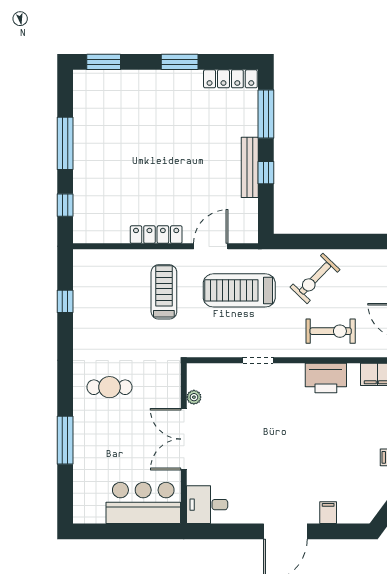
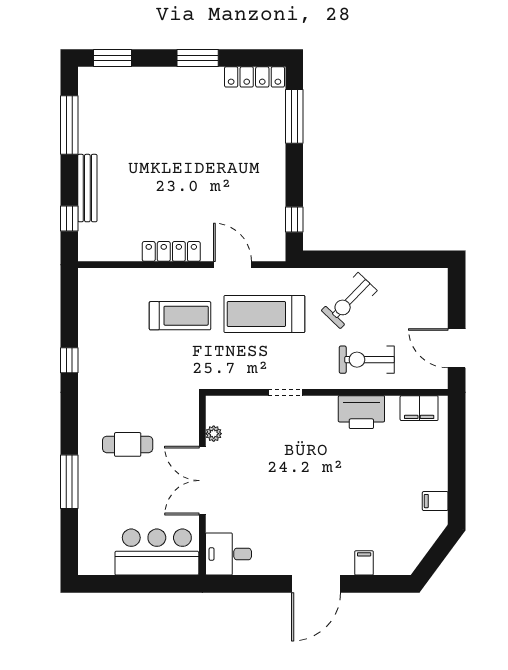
window: (65, 143) -> (69, 125), moved
bench: (250, 167) -> (87, 188), moved
window: (266, 173) -> (294, 219), moved
door: (211, 246) -> (232, 265), hinge flipped
treadmill: (164, 292) -> (180, 316), turned 90
window: (65, 301) -> (69, 360), moved
exercise bike: (331, 331) -> (367, 360), turned 180
cafe table: (110, 387) -> (128, 444), moved

